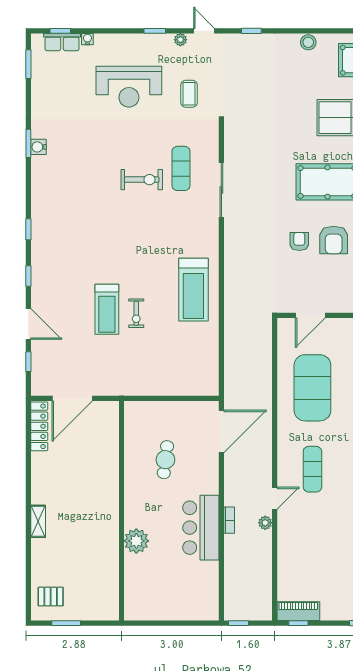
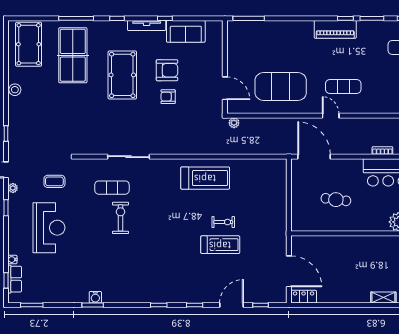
locker: (39, 426) -> (304, 297), width x0.66
door: (275, 498) -> (331, 116), moved
plant: (265, 523) -> (234, 123), moved

